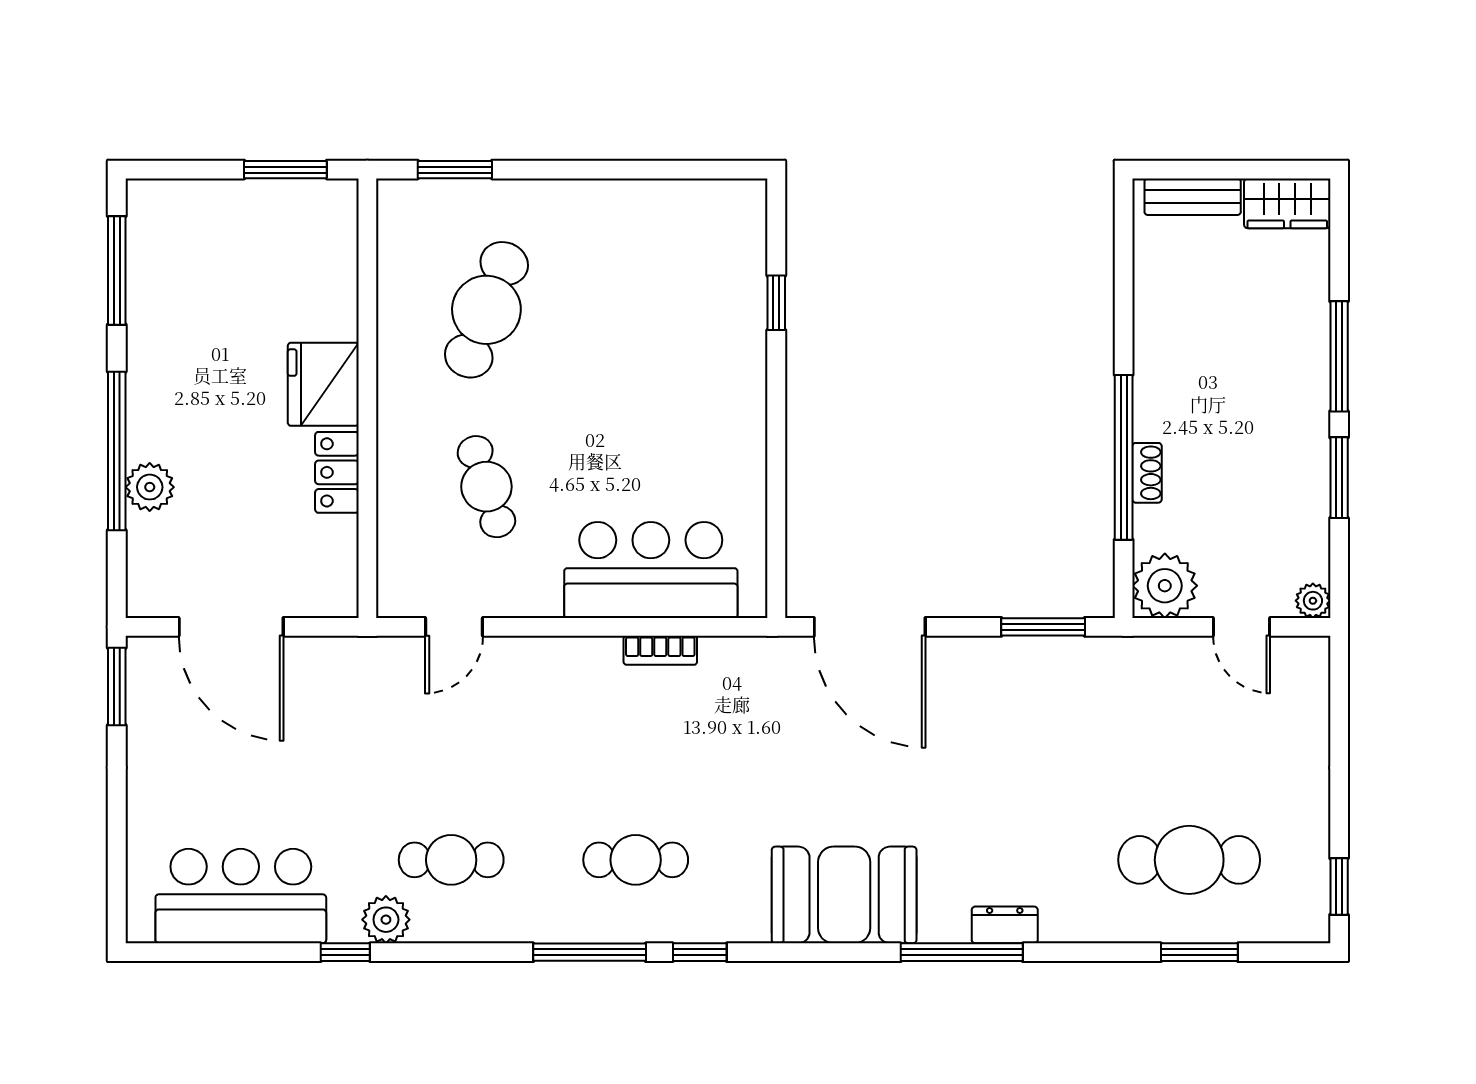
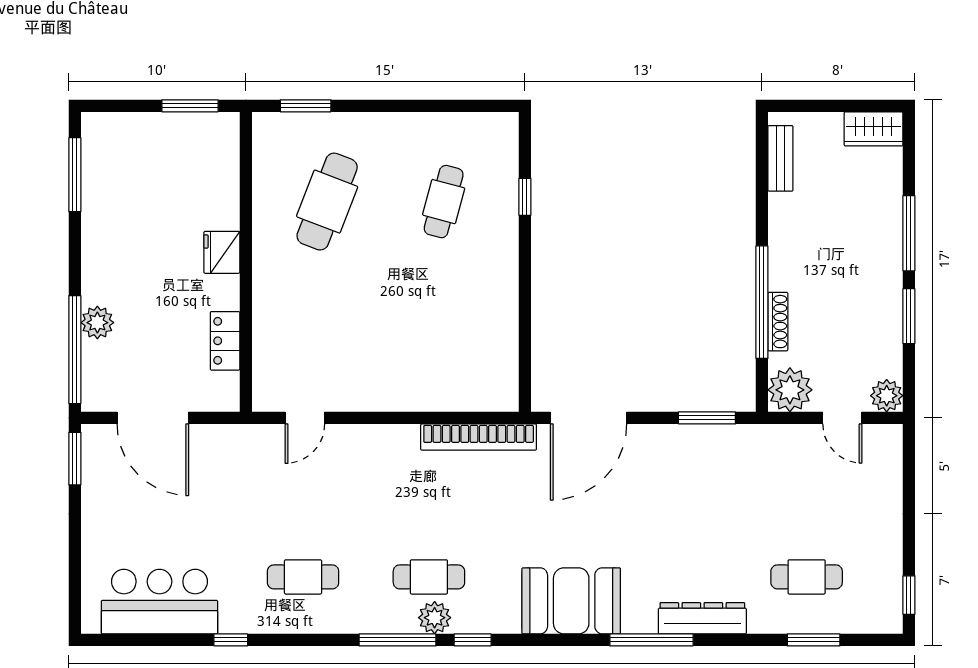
bench: (1193, 197) -> (780, 158), moved, turned 90
fridge: (323, 384) -> (222, 252), width x0.73, depth x0.75
window: (117, 451) -> (75, 350), moved
locker: (337, 472) -> (225, 341), moved
shoe rack: (1147, 473) -> (778, 322), width x1.43
cafe table: (486, 487) -> (444, 202), moved, turned 33
bar counter: (651, 570) -> (439, 379), removed
plant: (1313, 601) -> (887, 396), width x1.38, depth x1.38
door: (870, 627) -> (589, 418), hinge flipped
bookcase: (660, 650) -> (479, 437), width x2.31, depth x1.31
cafe table: (1189, 860) -> (807, 577), width x0.73, depth x0.74
plant: (386, 920) -> (435, 618), moved
dresser: (1005, 925) -> (702, 618), width x1.96, depth x1.24

